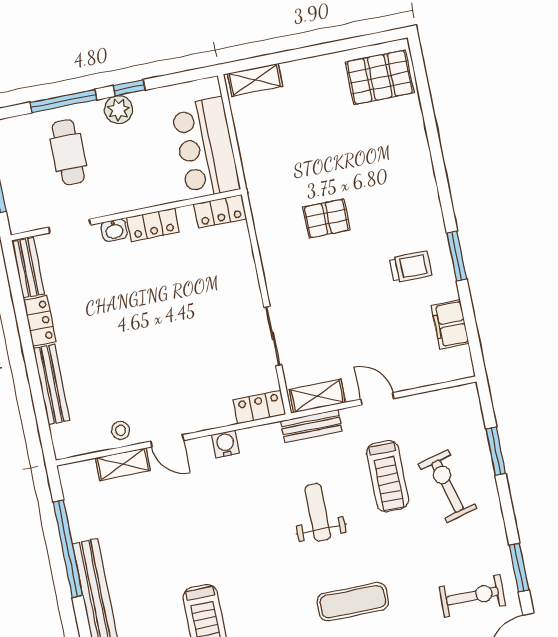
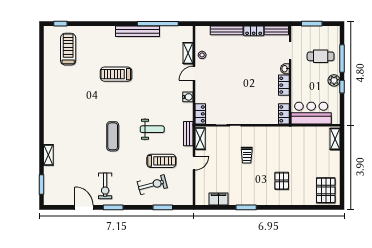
pallet: (326, 218) -> (282, 181), moved
trolley: (411, 267) -> (247, 155), moved
treadmill: (388, 476) -> (161, 161), turned 180

